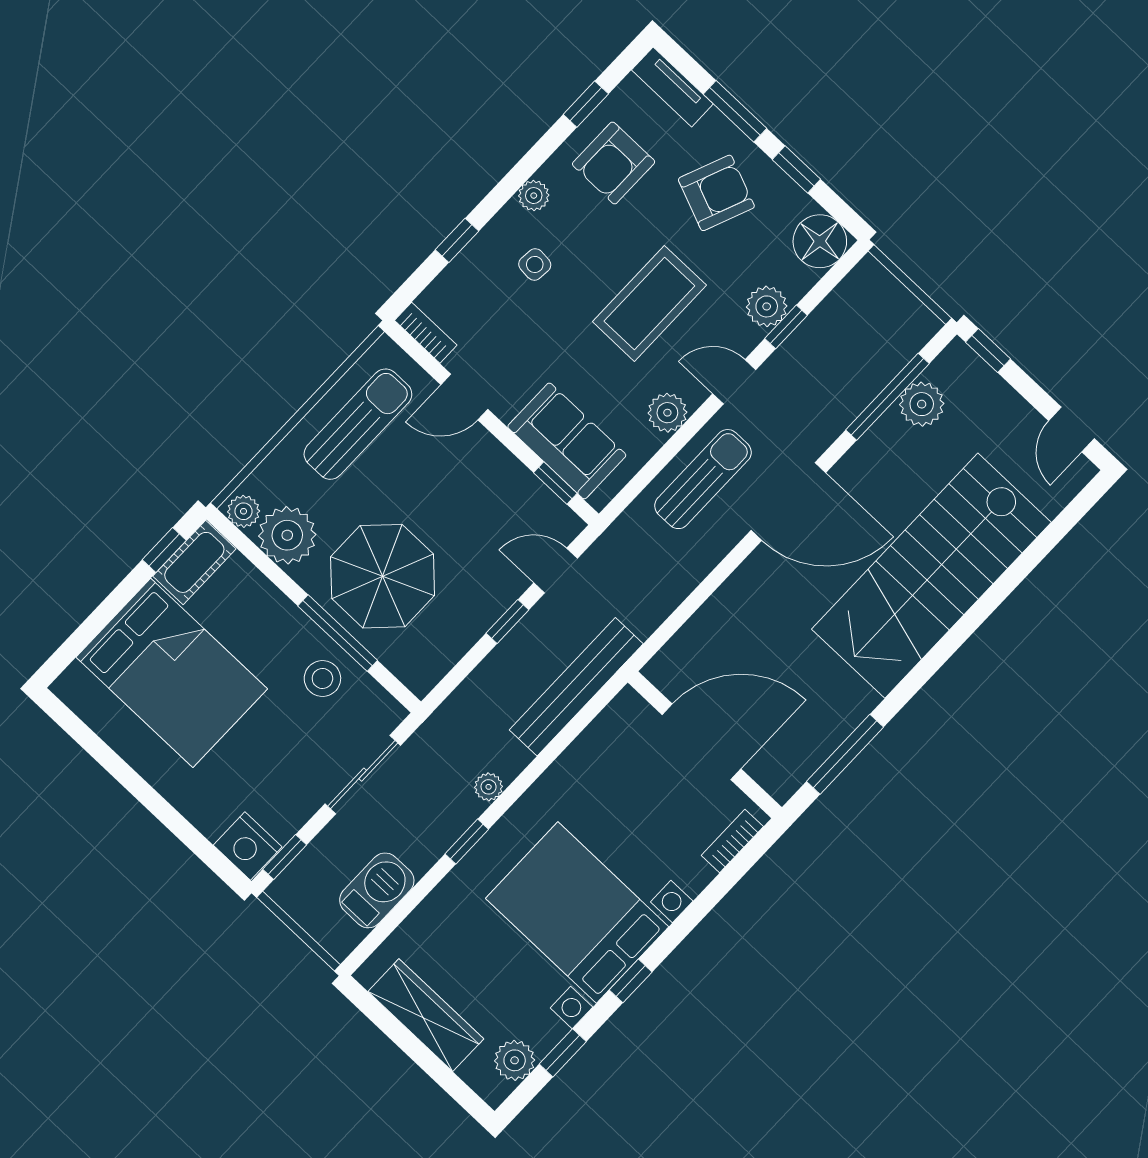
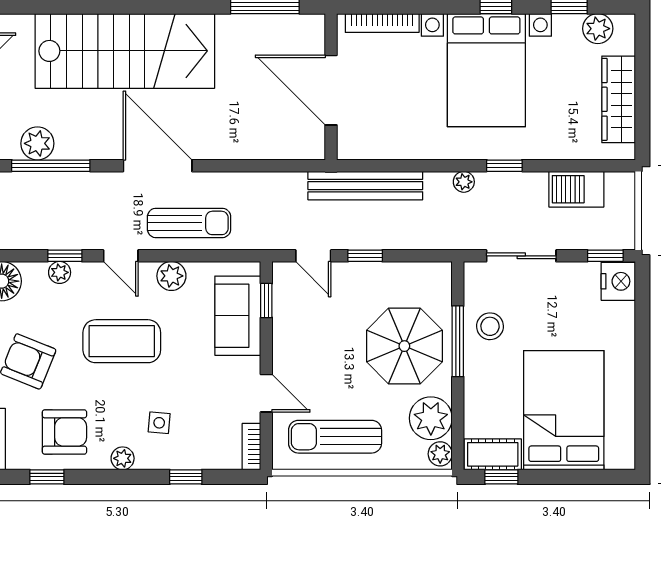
plant: (767, 306) -> (60, 272), width x0.73, depth x0.73
sun lounger: (703, 479) -> (189, 223), turned 180
bookcase: (732, 841) -> (382, 23), width x1.56

